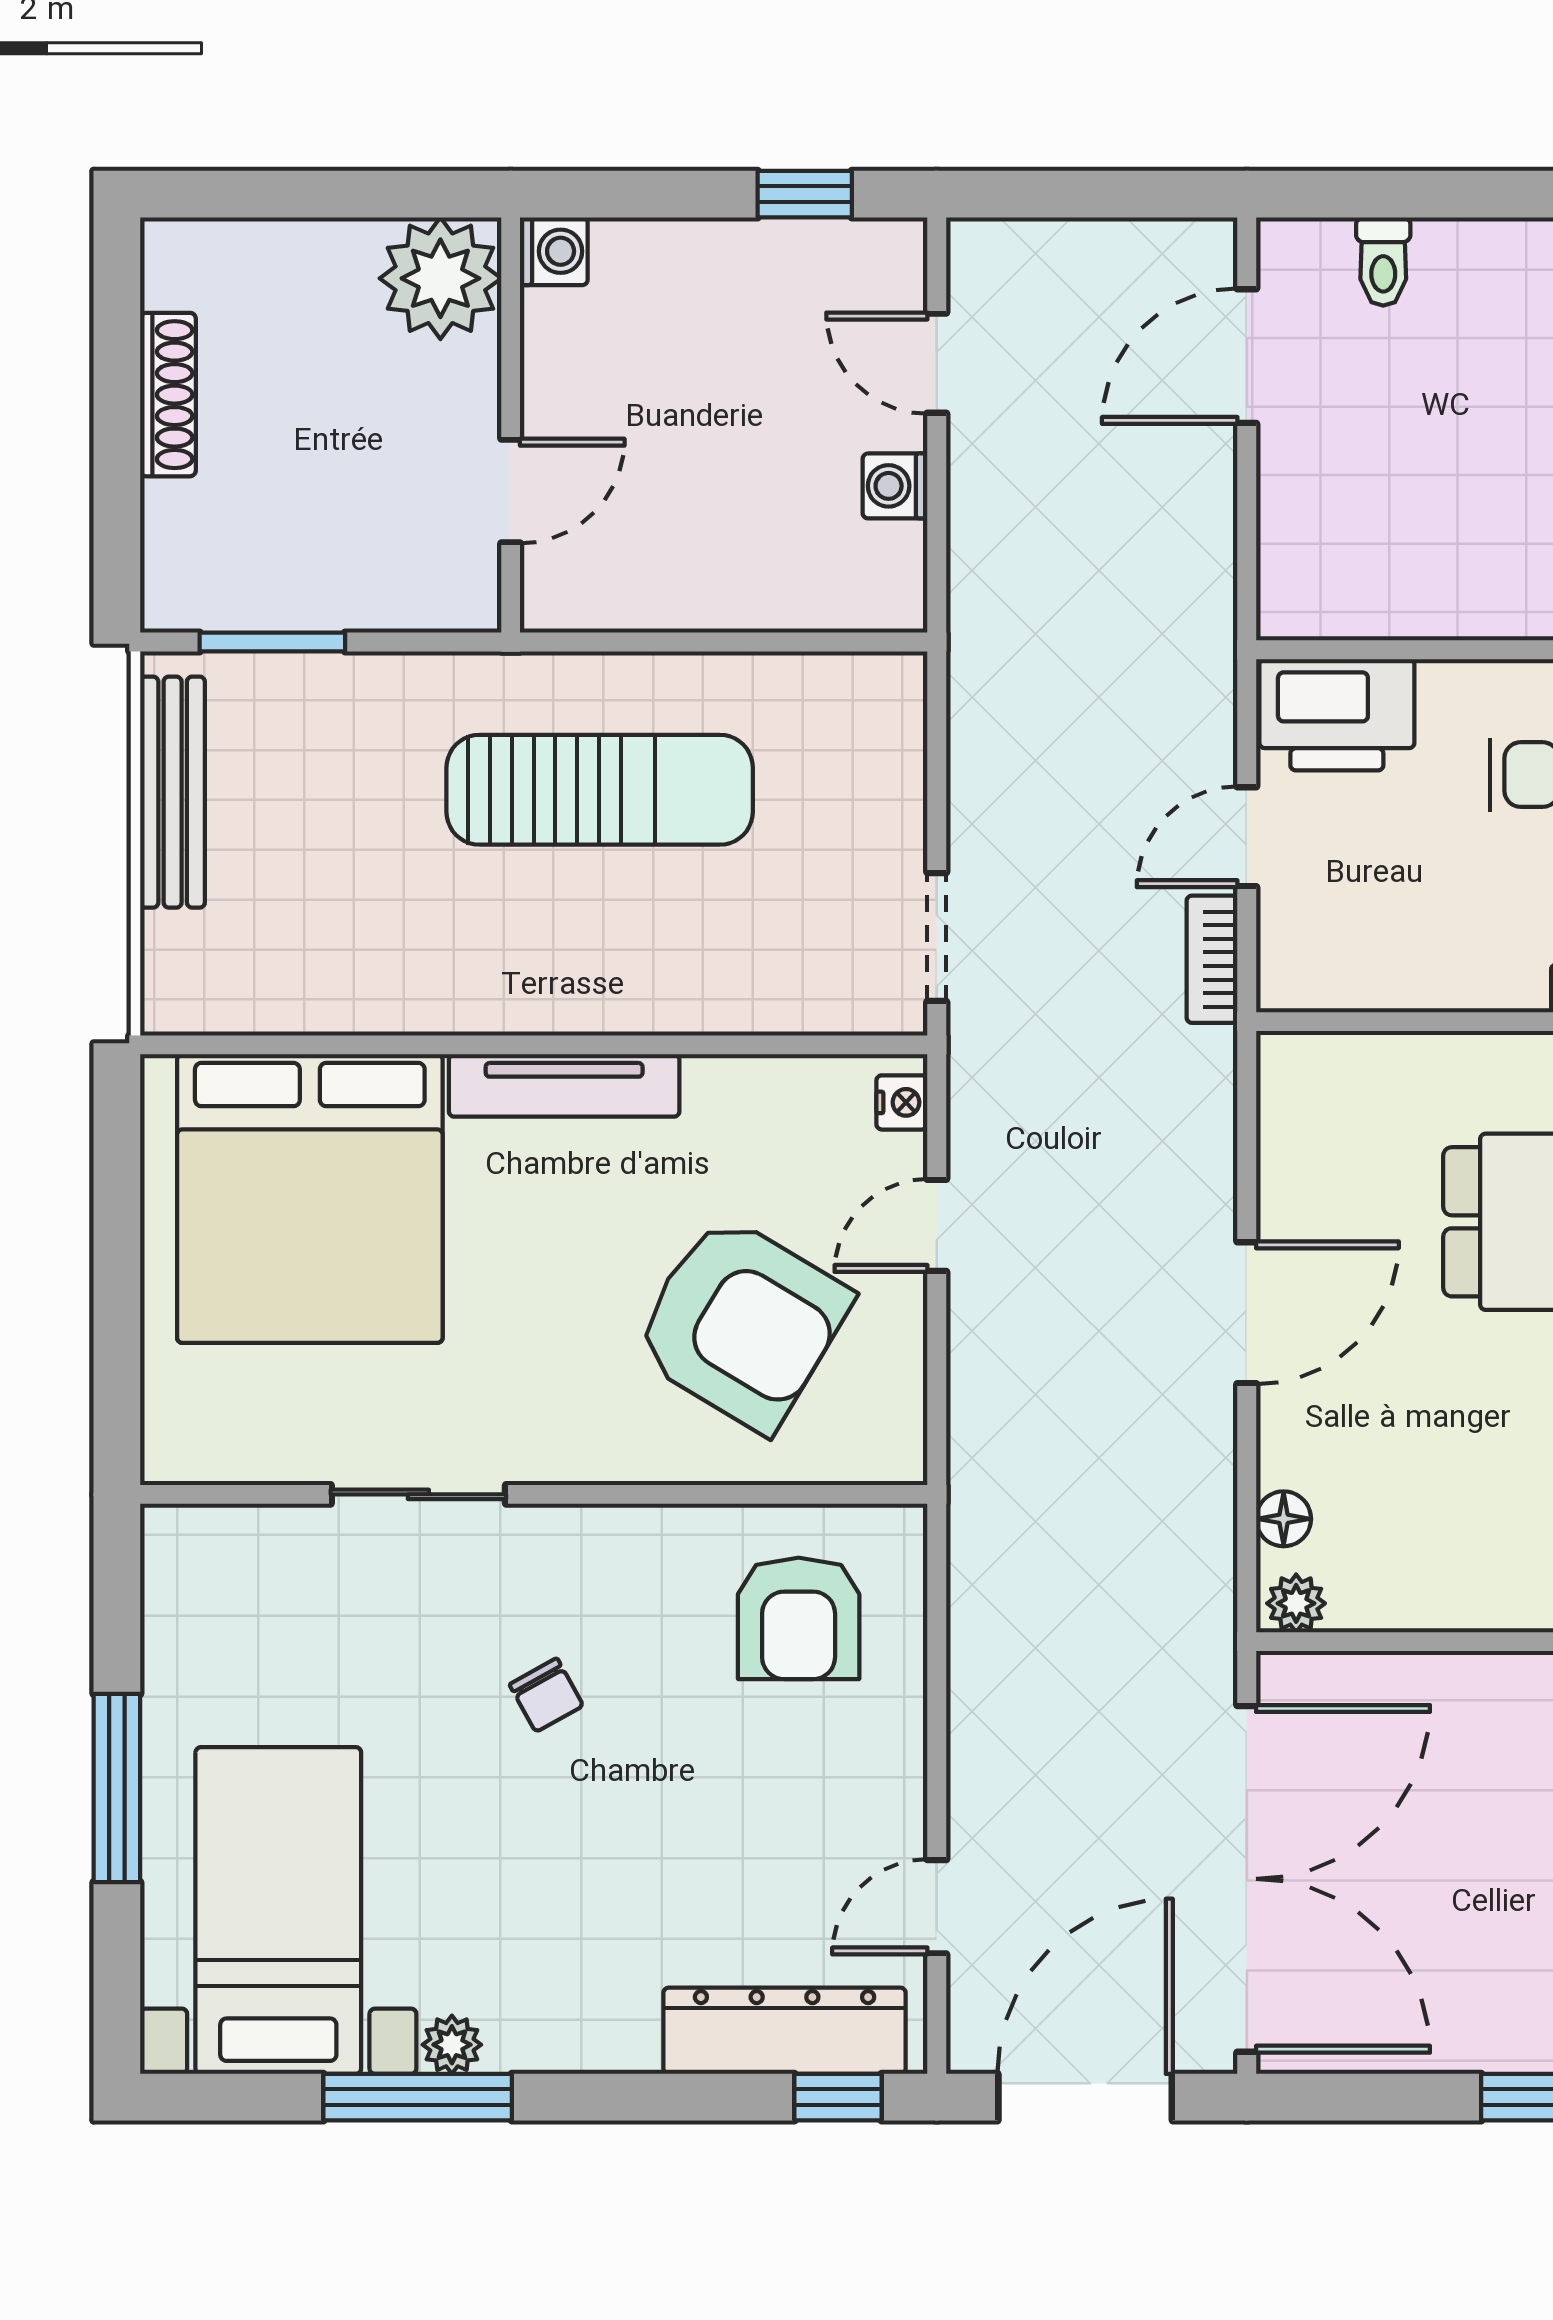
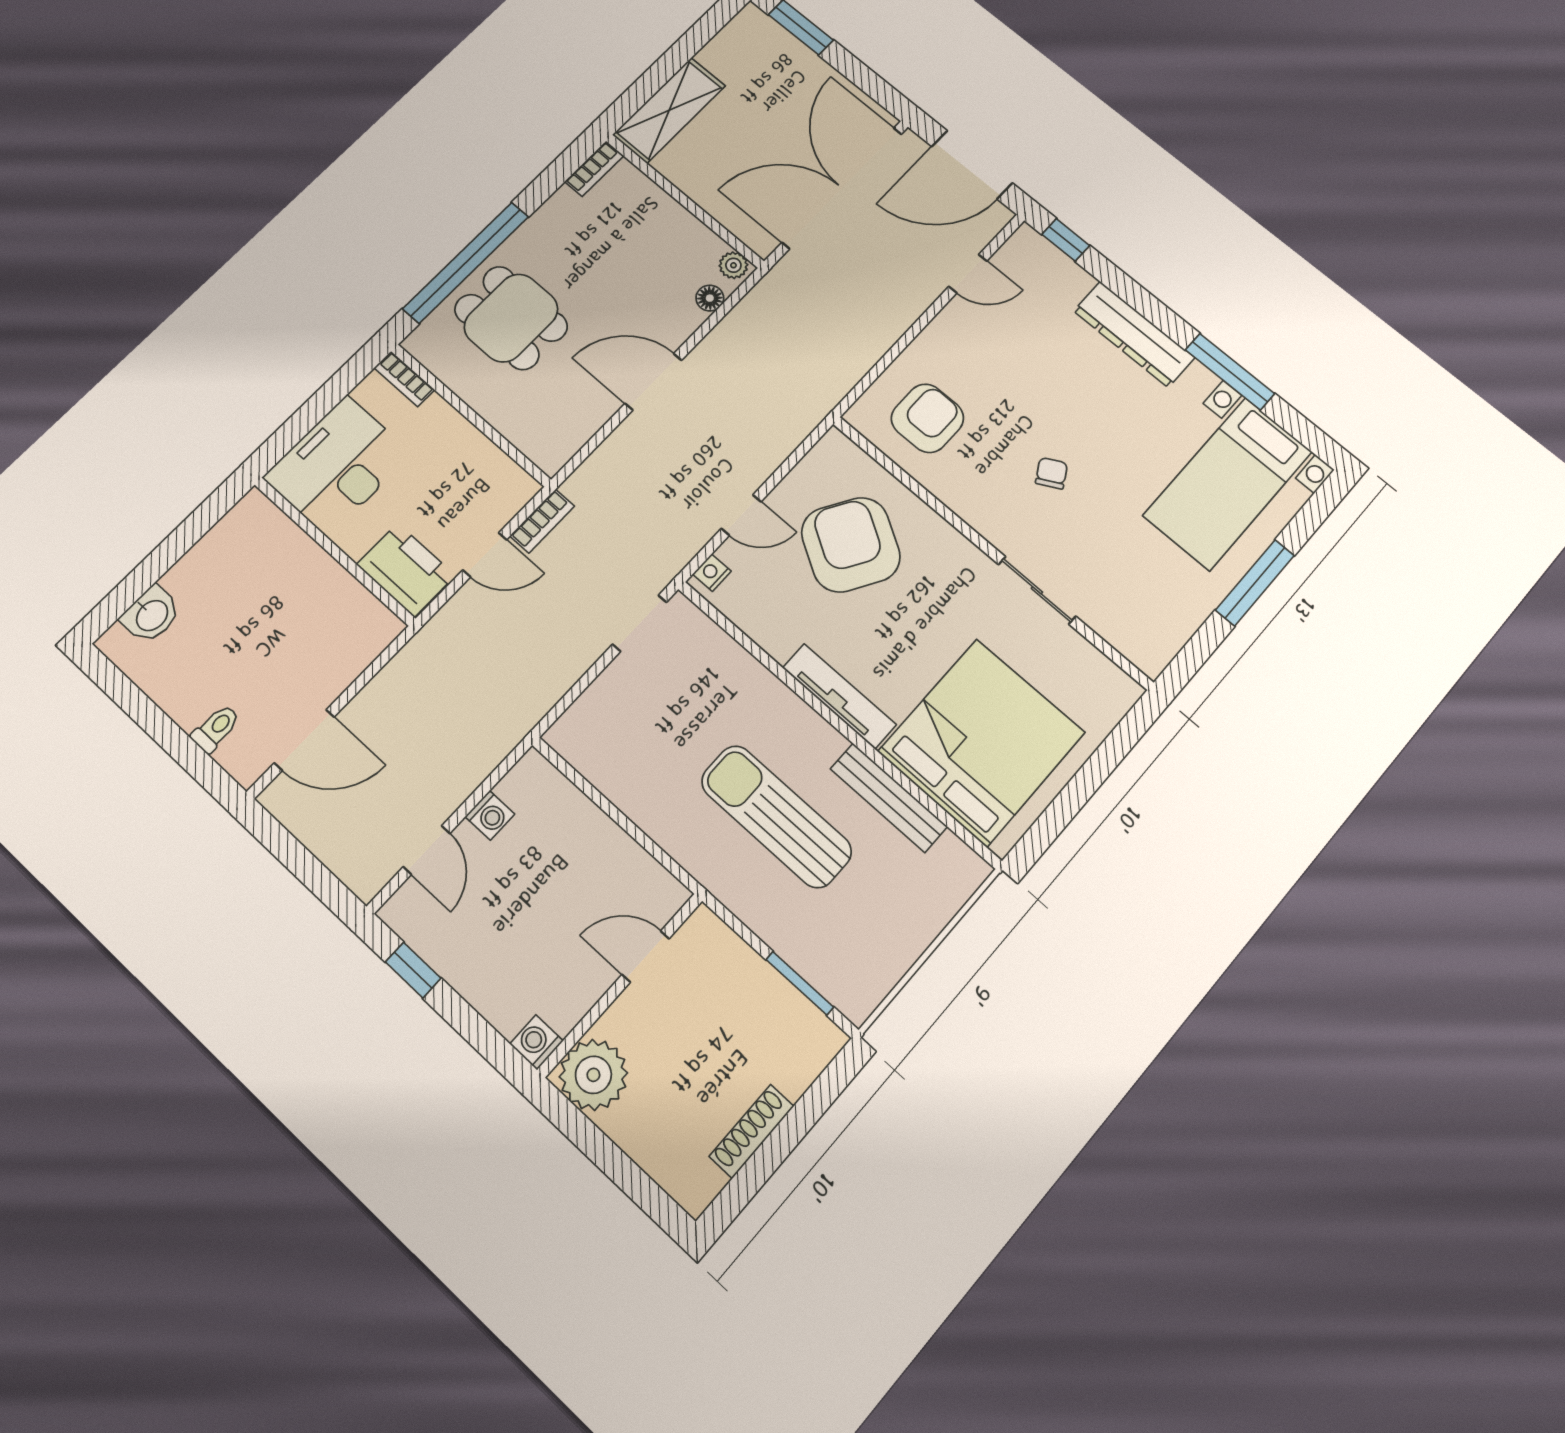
sun lounger: (600, 790) -> (776, 816), moved
bench: (173, 792) -> (889, 798), moved, turned 90
dresser: (785, 2031) -> (1134, 334), moved
plant: (452, 2045) -> (1200, 379), removed

